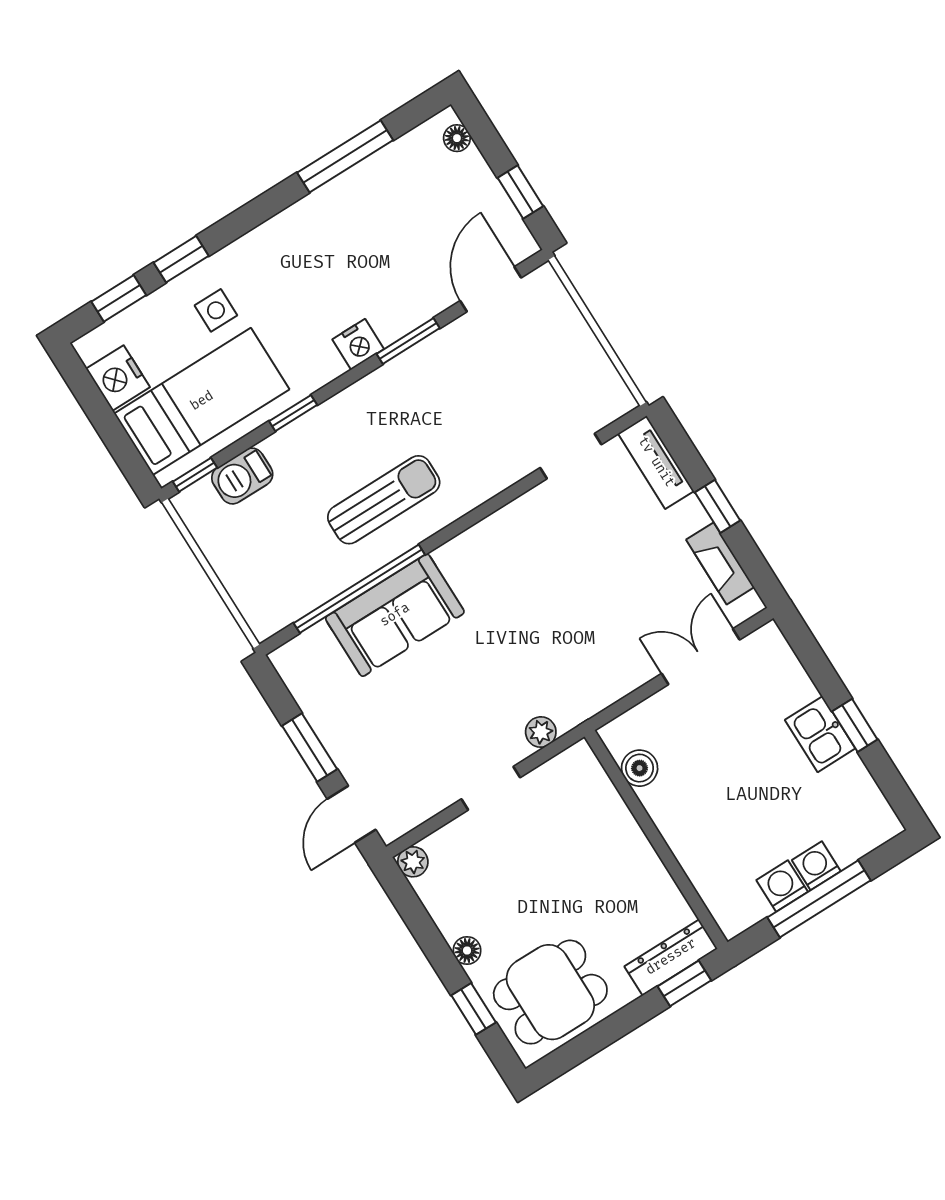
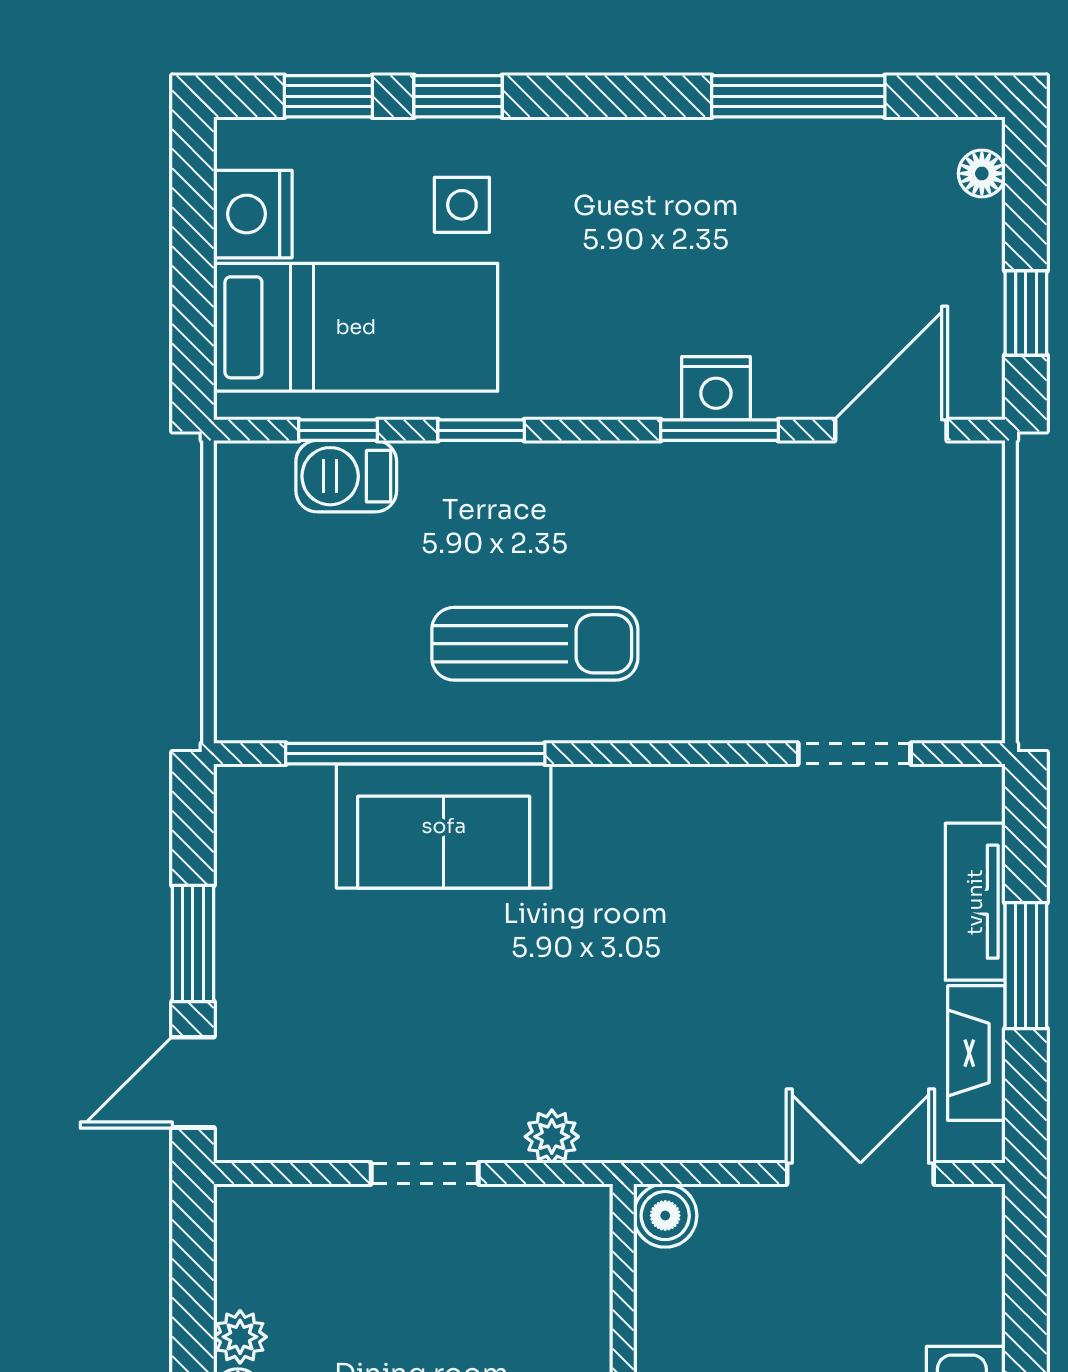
nightstand: (358, 344) -> (716, 388), moved
tv unit: (656, 462) -> (975, 902), moved
window: (195, 475) -> (338, 430), moved
window: (718, 506) -> (1026, 966), width x1.50
boiler: (640, 768) -> (665, 1216), moved
plant: (413, 862) -> (240, 1337), moved

